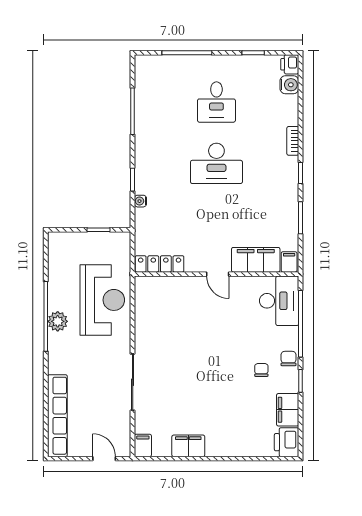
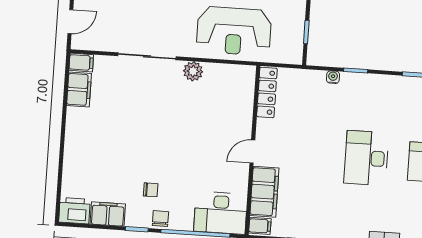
plant: (144, 337) -> (193, 71), added
chair: (289, 359) -> (160, 219), turned -90
filing cabinet: (188, 446) -> (79, 90), moved

